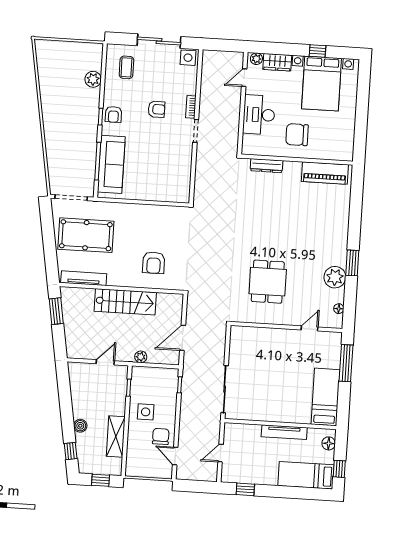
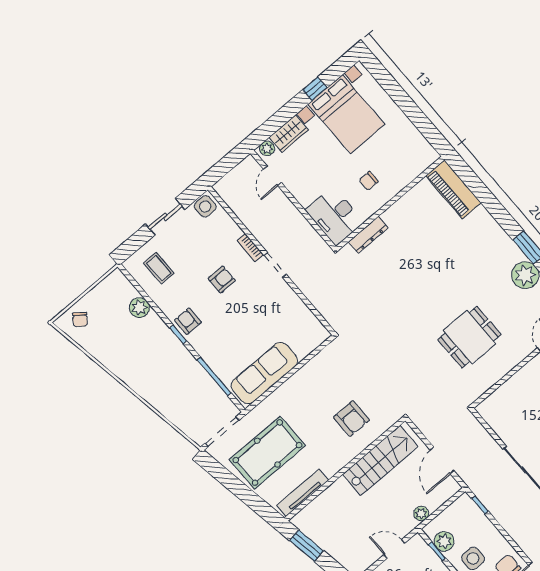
sliding door: (159, 41) -> (165, 217), width x0.73
chair: (52, 53) -> (80, 319), added
armchair: (113, 114) -> (188, 321), turned 180
desk: (259, 115) -> (335, 216), moved
chair: (297, 135) -> (369, 181), width x0.54, depth x0.54
sofa: (111, 164) -> (264, 373), moved, turned -90
piano: (325, 173) -> (453, 189), moved, turned 90
dining table: (268, 282) -> (469, 337), turned 90
stairs: (125, 302) -> (380, 461), moved
door: (105, 362) -> (394, 549), hinge flipped
plant: (138, 386) -> (444, 541), added

